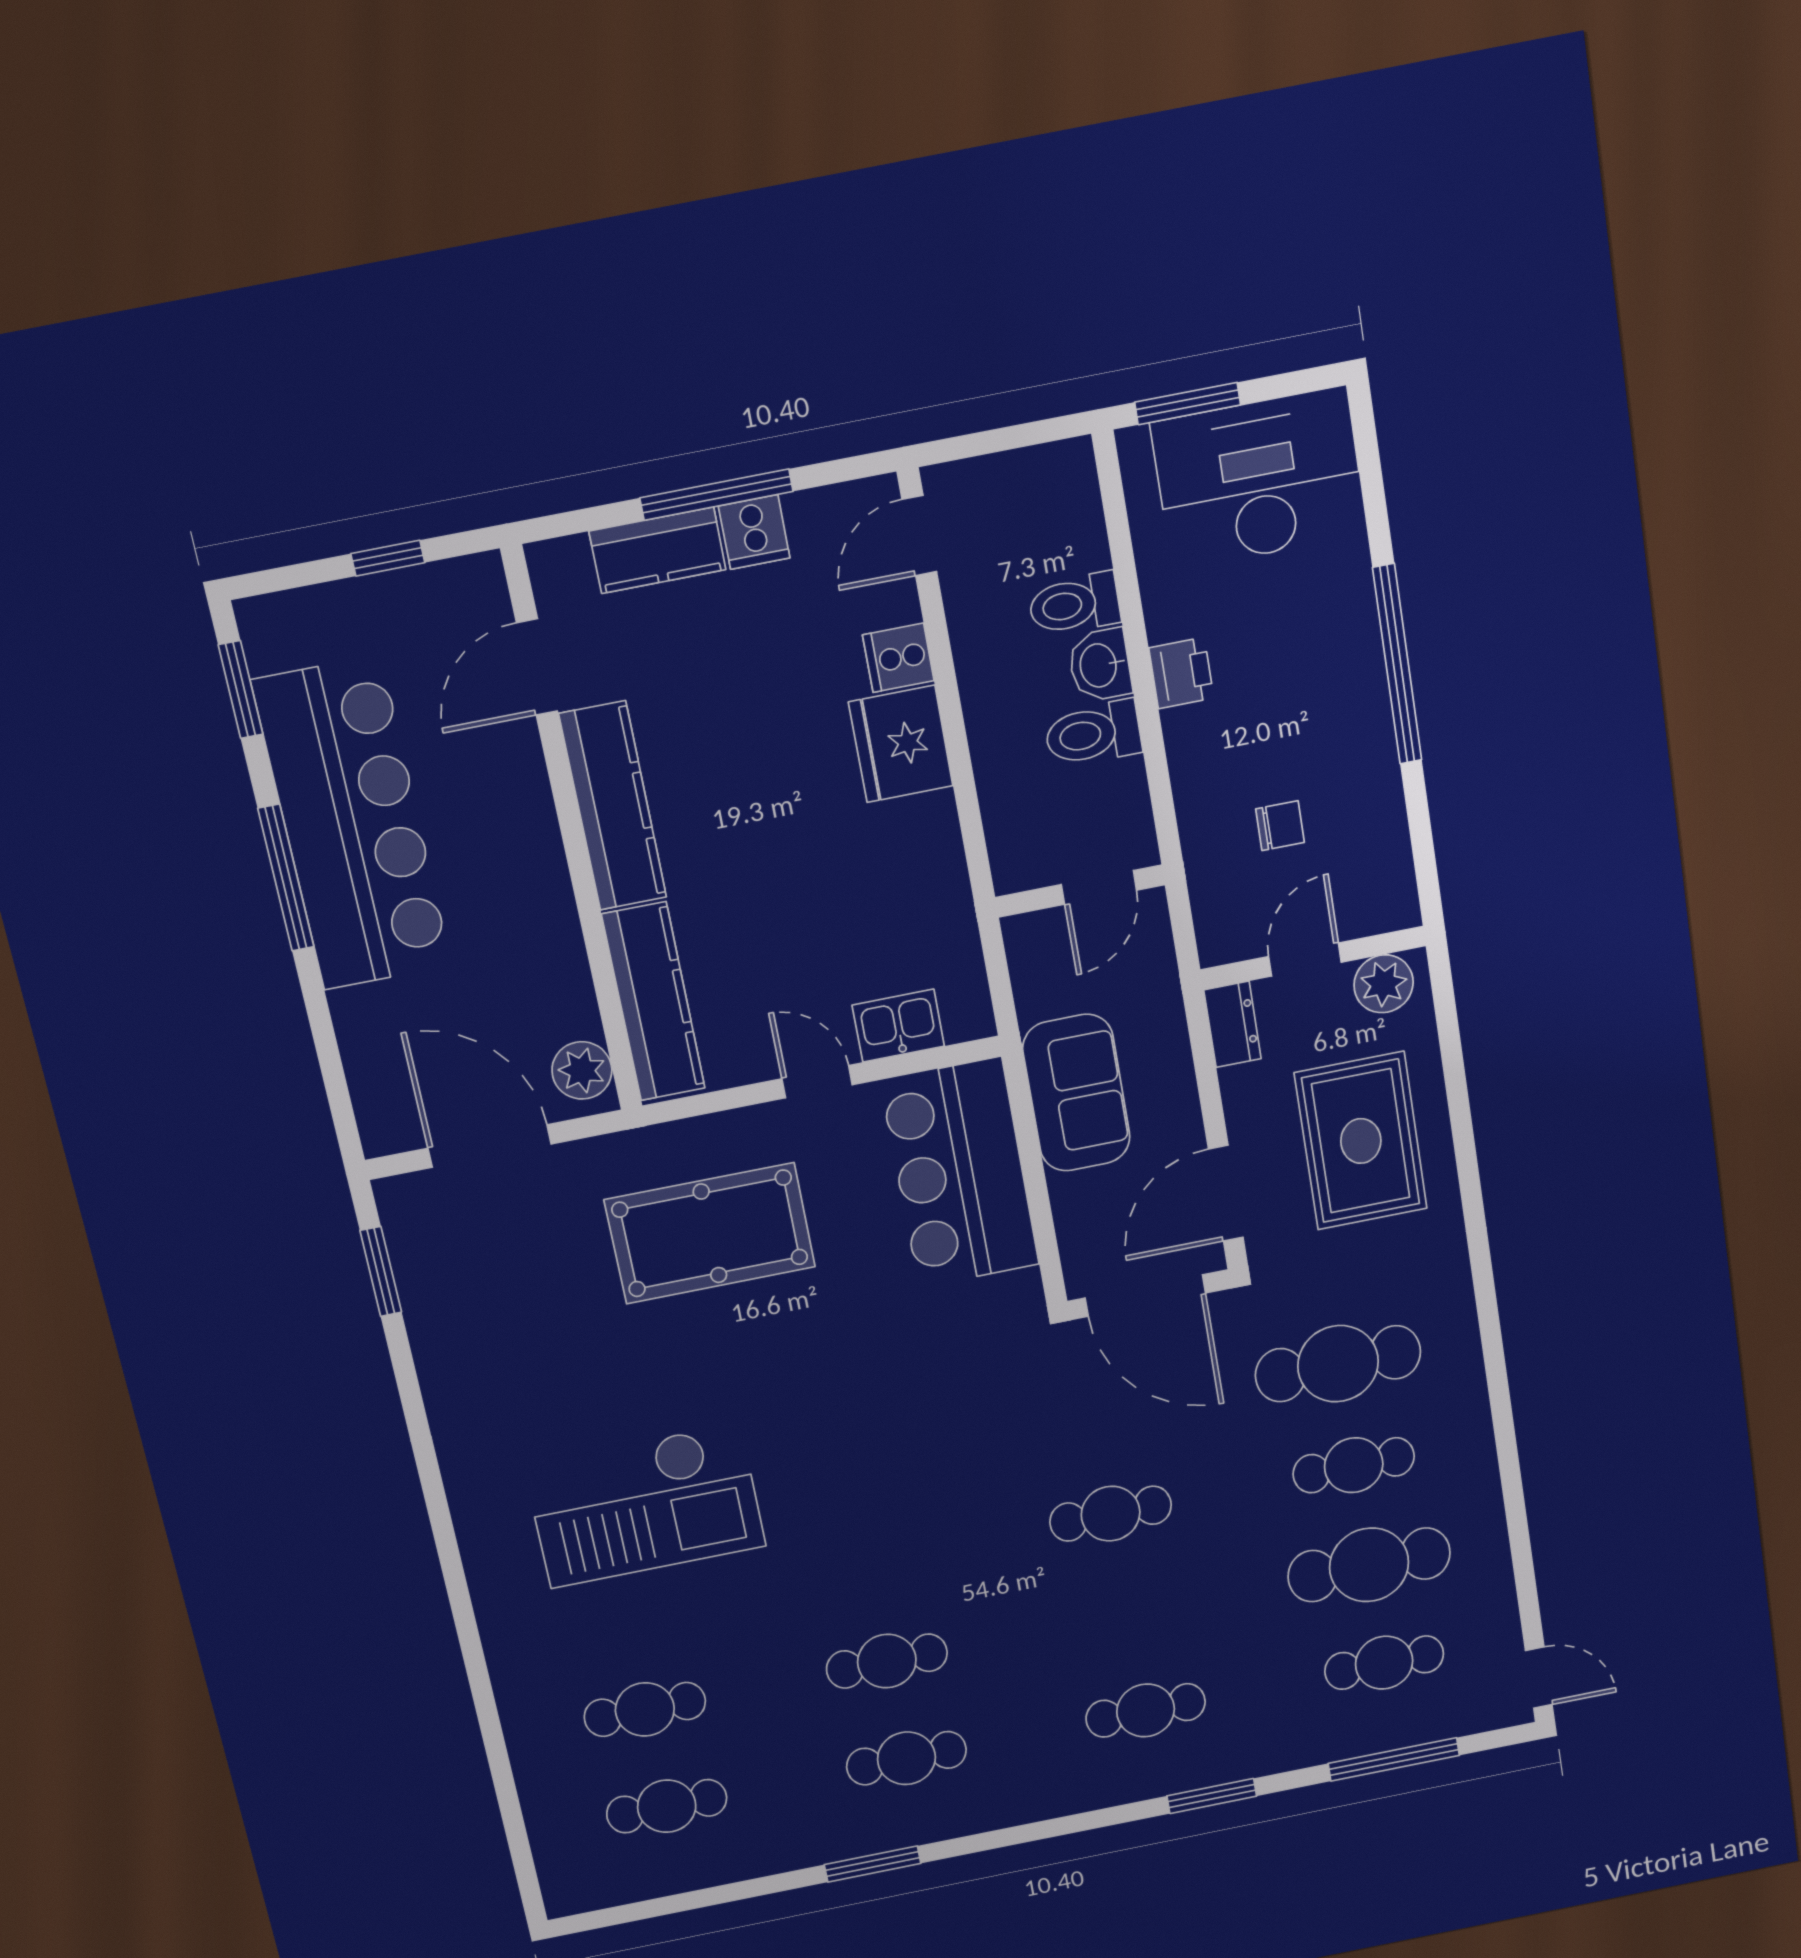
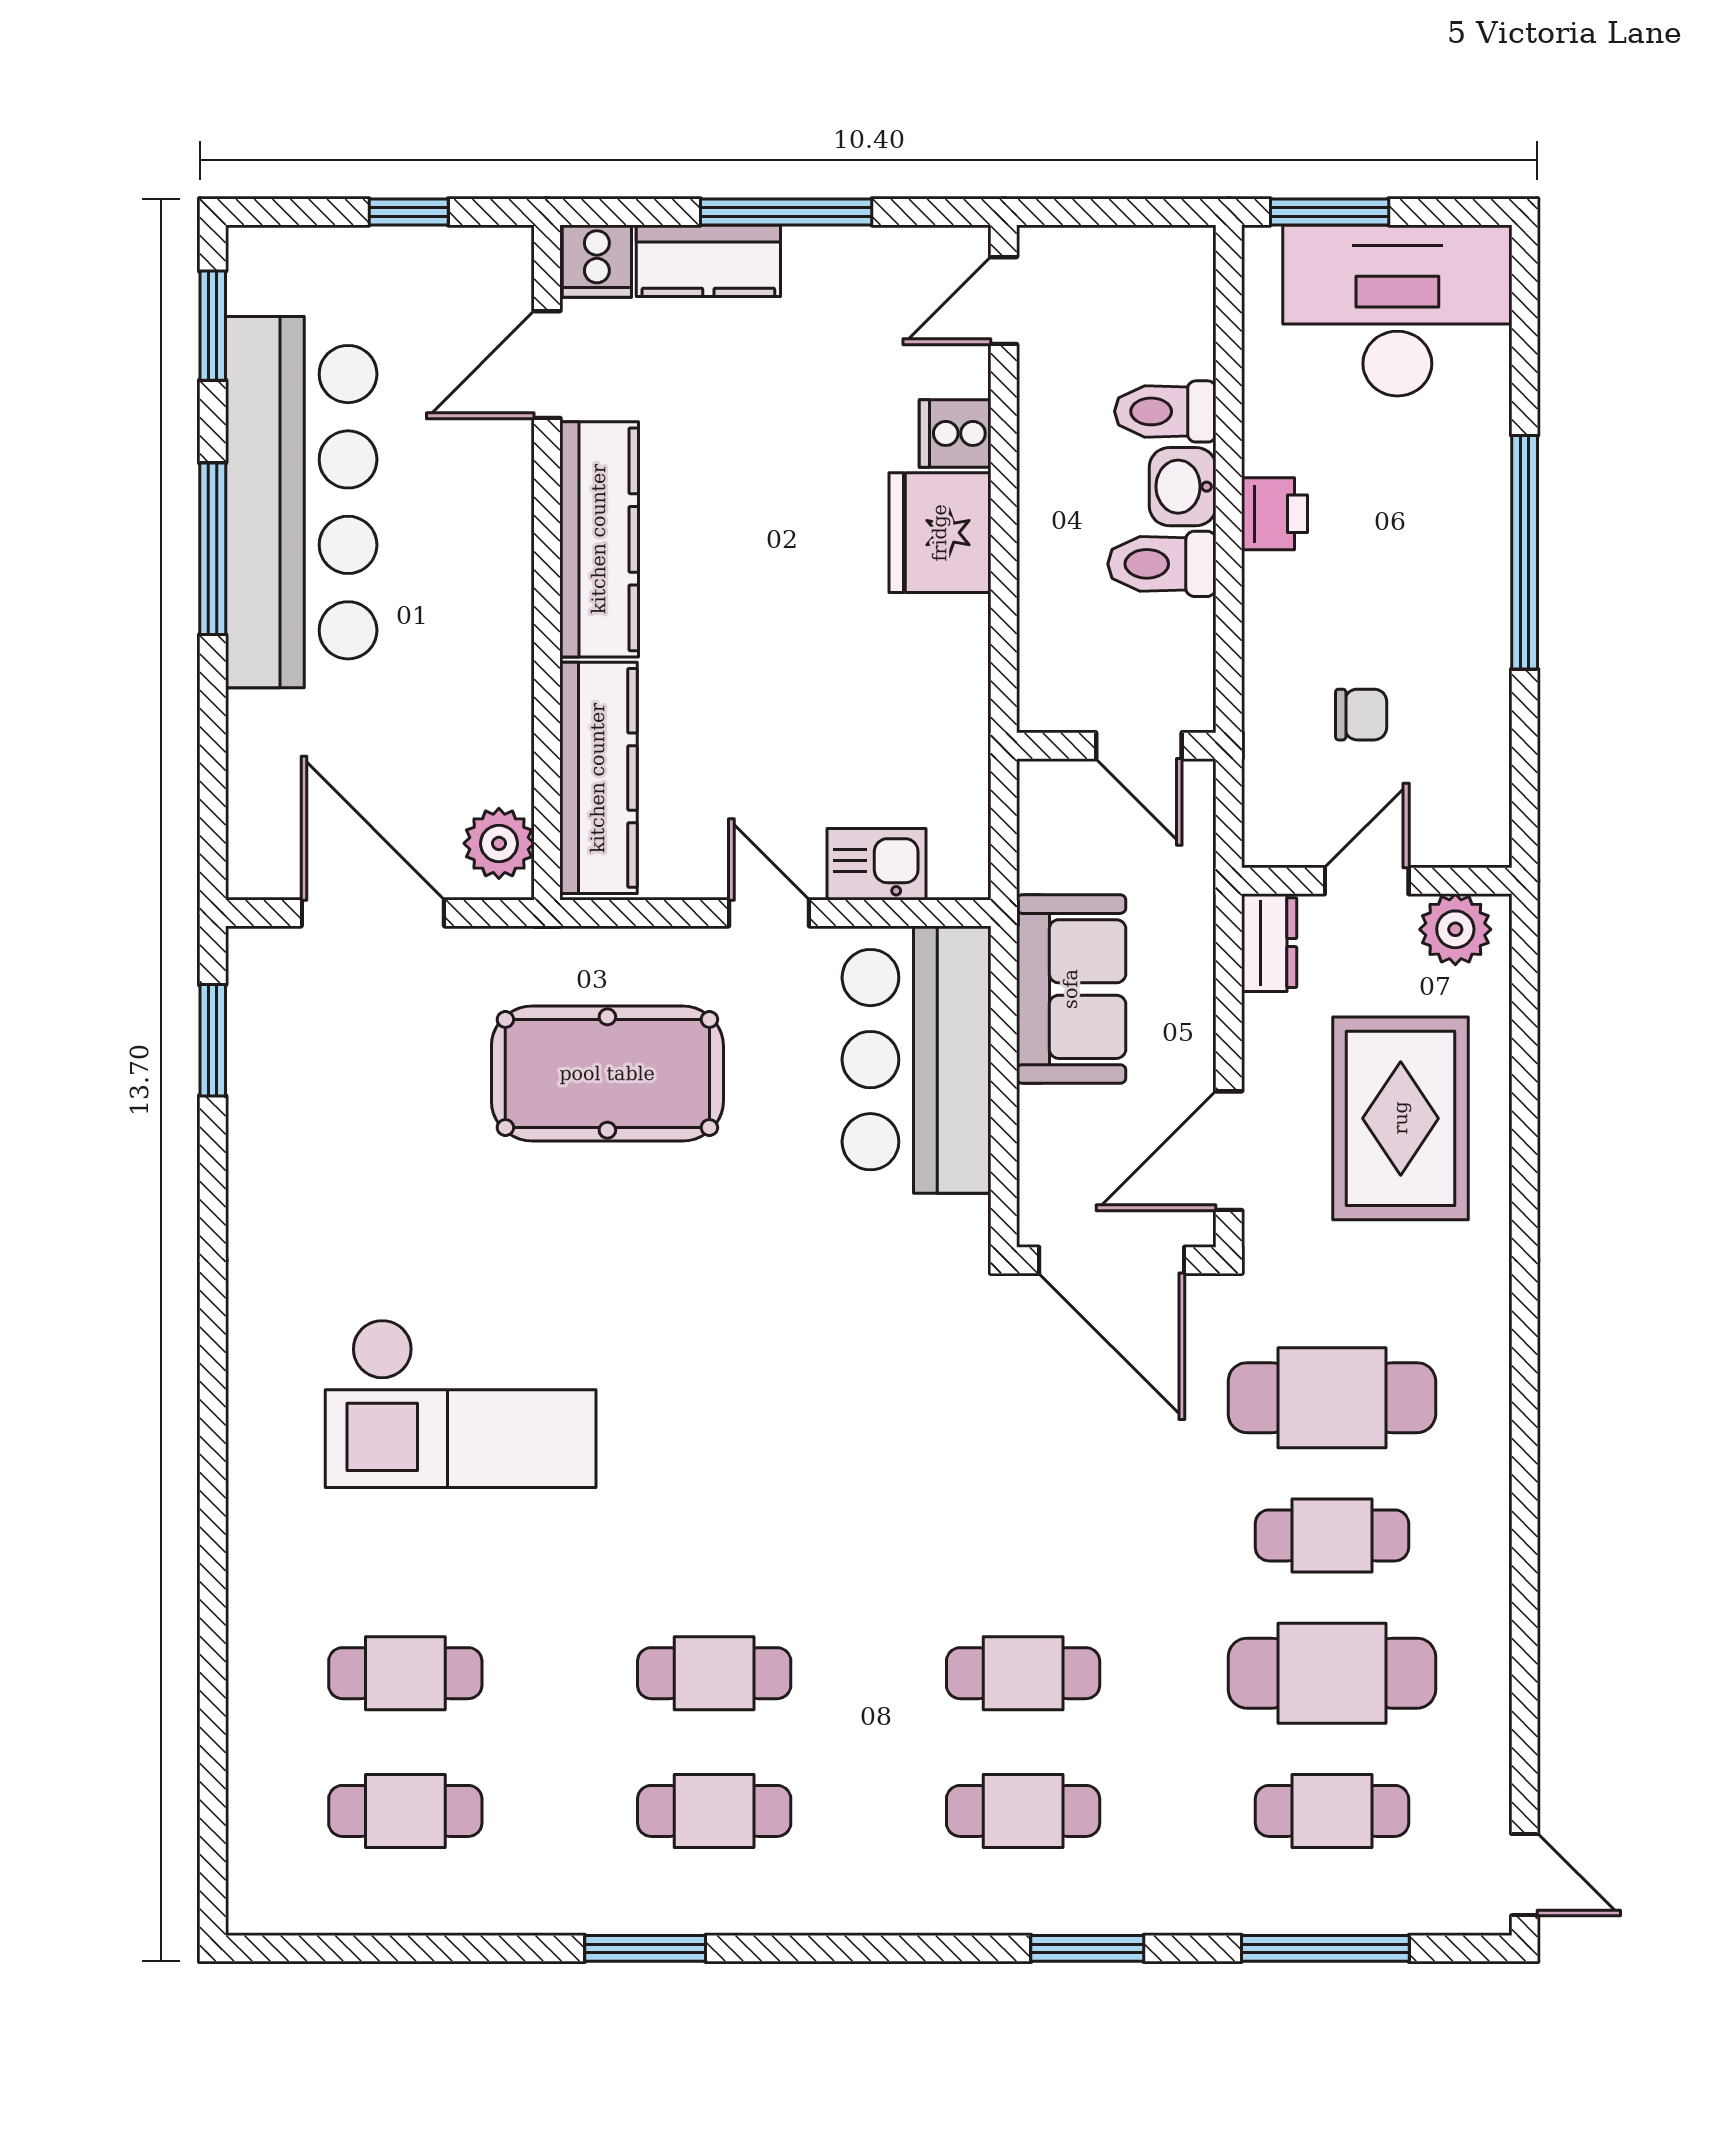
cooker: (754, 532) -> (597, 261), moved
door: (1099, 887) -> (1139, 746), hinge flipped
cafe table: (1111, 1514) -> (1023, 1673), moved

